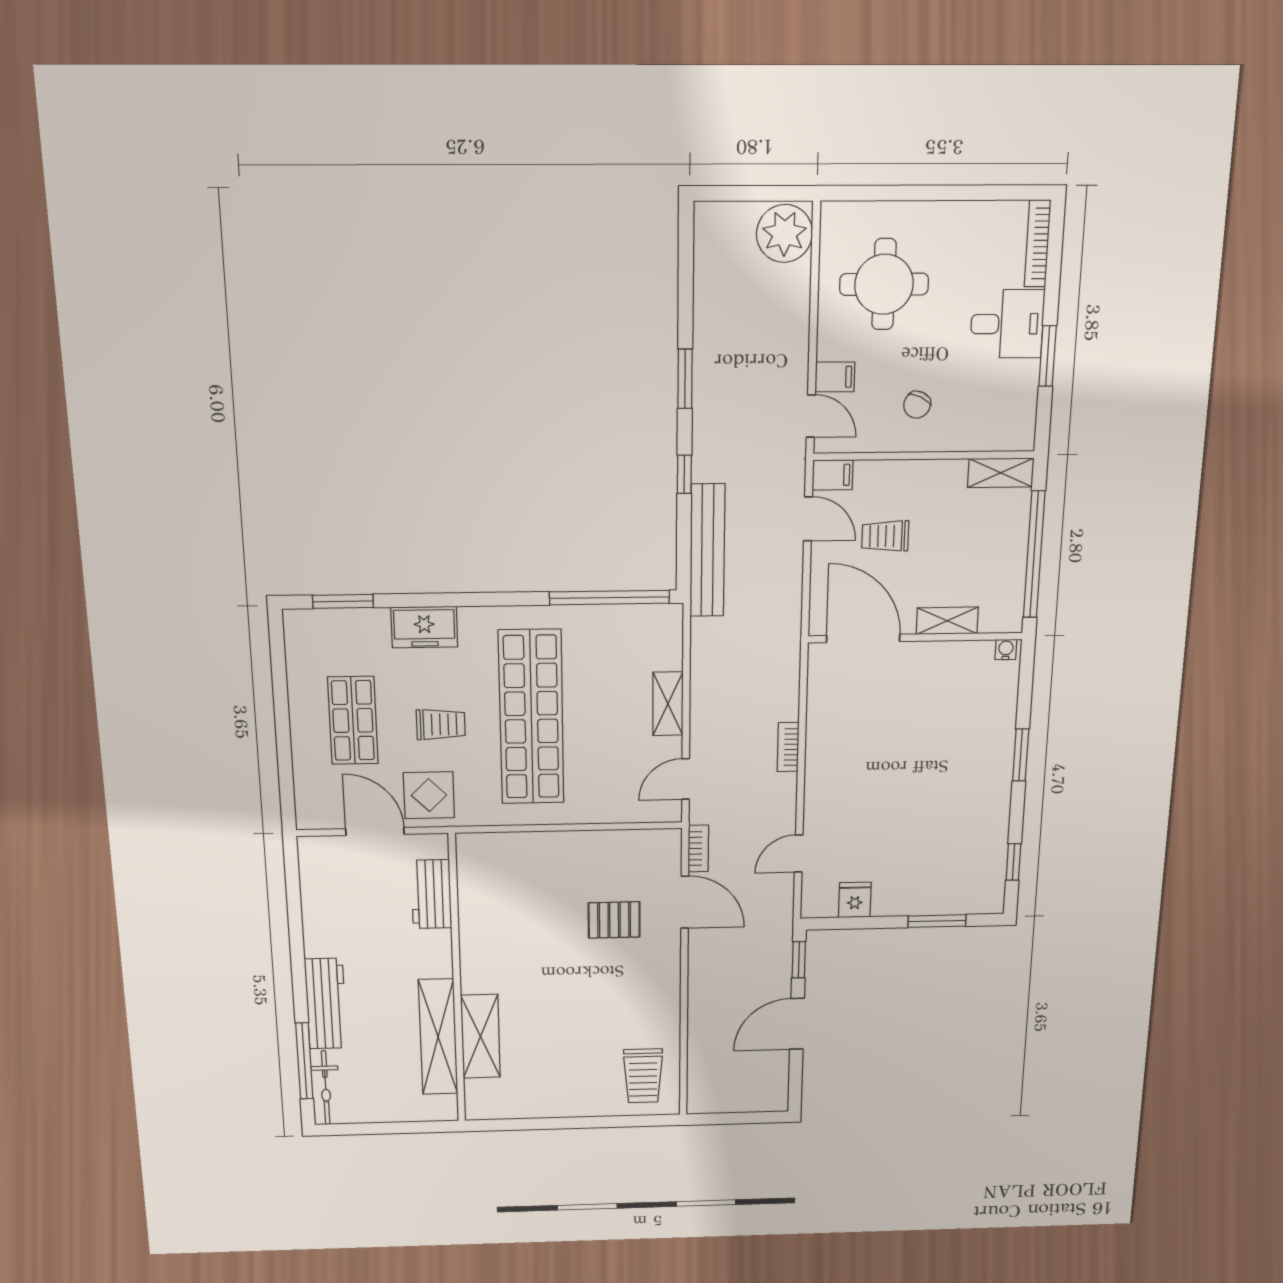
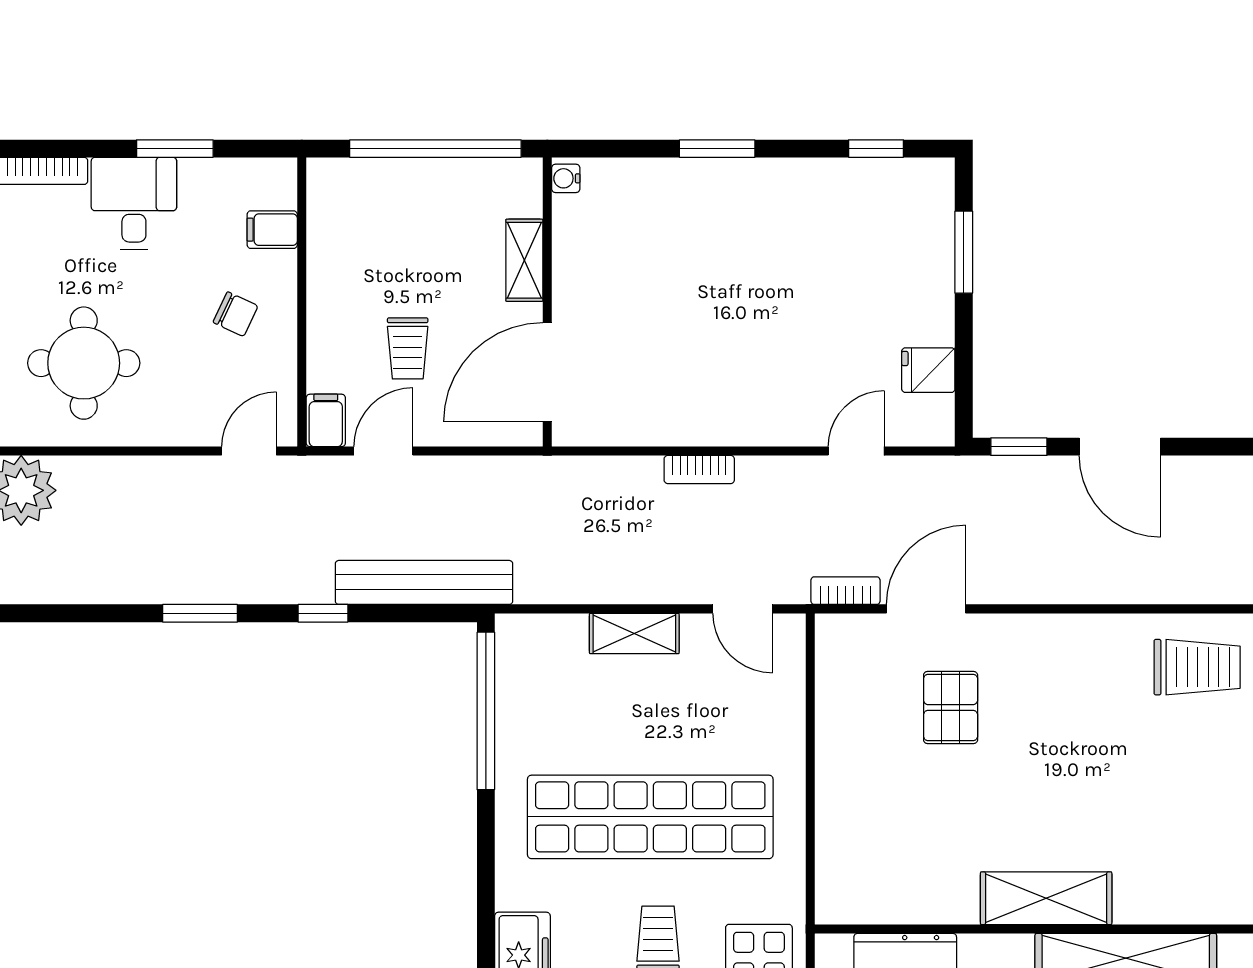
filing cabinet: (835, 377) -> (272, 230), moved, turned -90
shelving: (1001, 473) -> (325, 200), removed
door: (799, 854) -> (856, 451), swing flipped
shelving: (481, 1036) -> (1046, 898), moved

